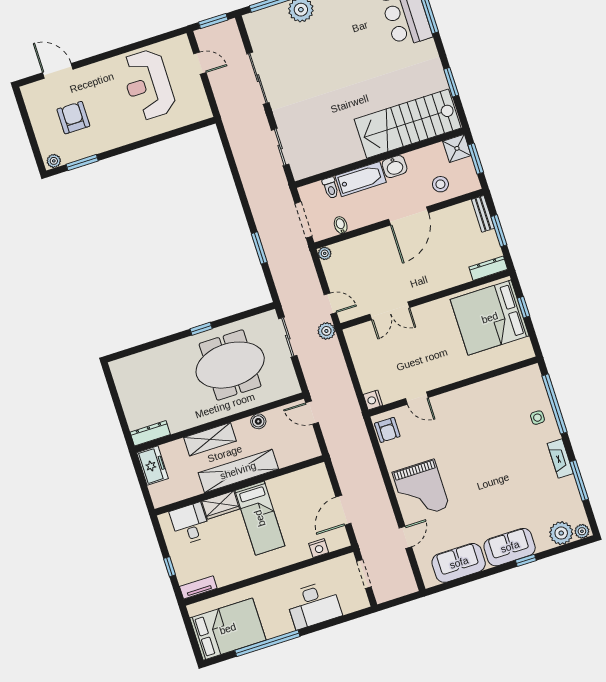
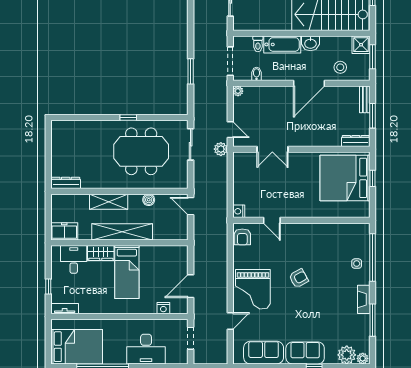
armchair: (472, 458) -> (299, 278), added
freezer: (152, 466) -> (64, 231), moved, turned -90

